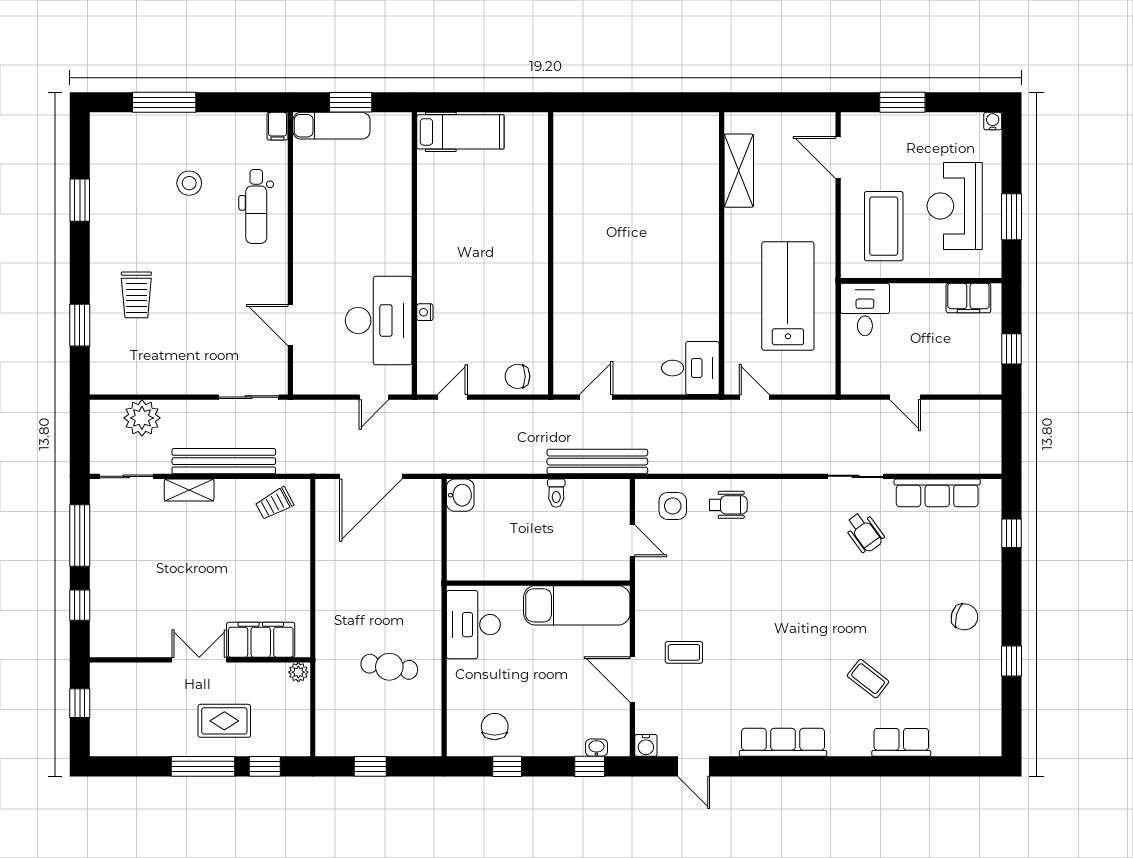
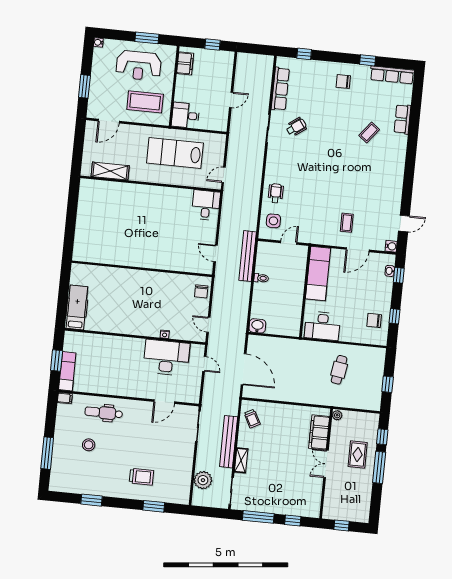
dental chair: (256, 207) -> (104, 413), turned 180
chair: (964, 617) -> (343, 81), turned -106
row of seats: (783, 742) -> (392, 75), moved, turned -90

